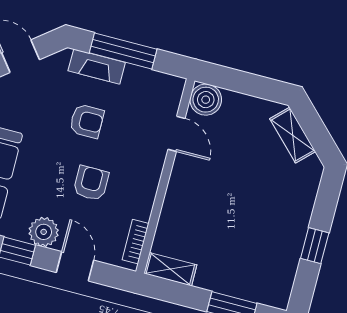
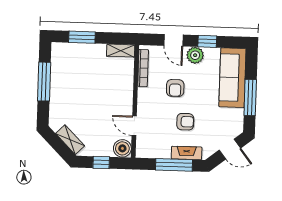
window: (248, 84) -> (101, 162), added
armchair: (87, 121) -> (185, 122), turned 180
bookcase: (136, 242) -> (143, 68), width x1.56
window: (315, 246) -> (44, 82), width x2.17

